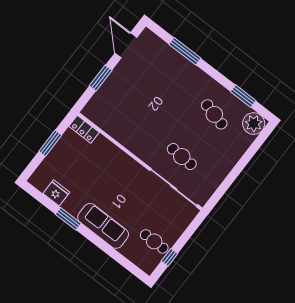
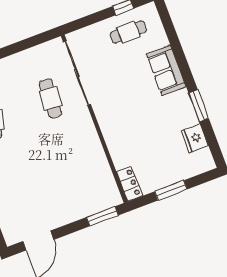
window: (101, 78) -> (102, 216), moved
sofa: (103, 226) -> (166, 70), width x0.73
cafe table: (154, 241) -> (128, 32), turned 90

